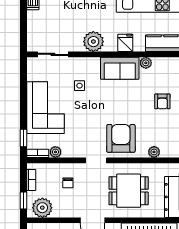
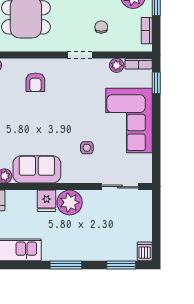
fridge: (125, 43) -> (47, 201), moved
armchair: (121, 138) -> (35, 82), width x0.53, depth x0.53
doorway: (96, 160) -> (80, 55), moved

